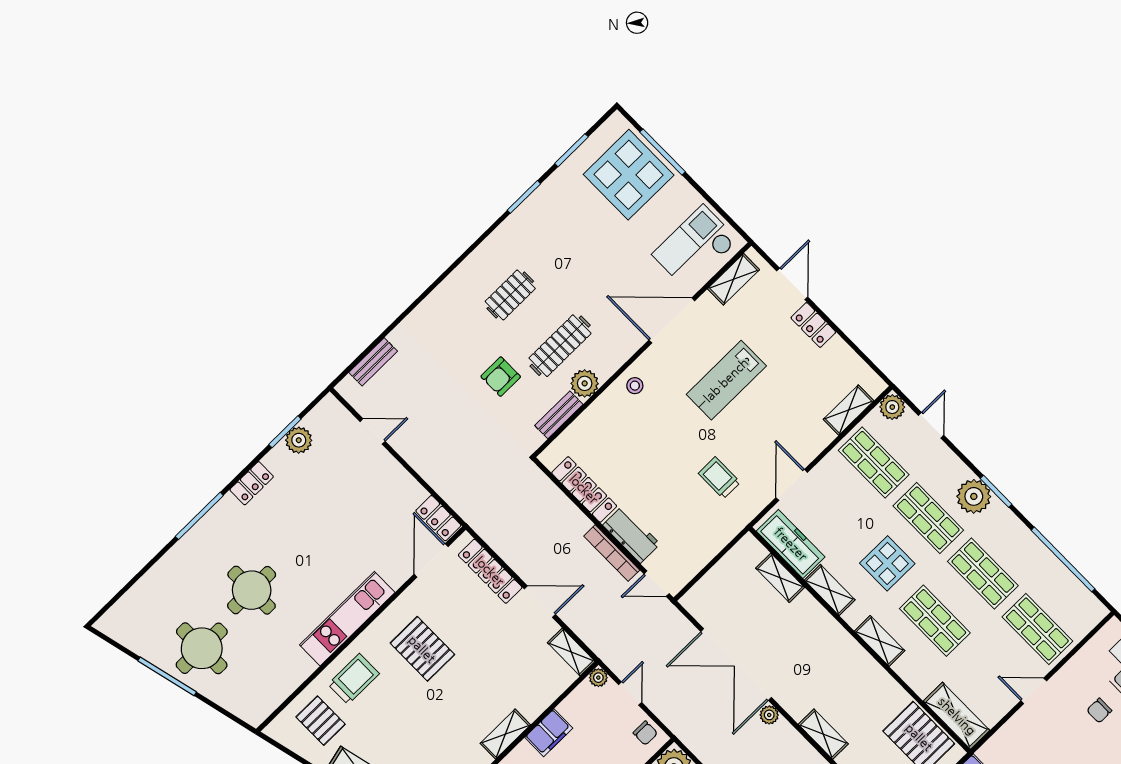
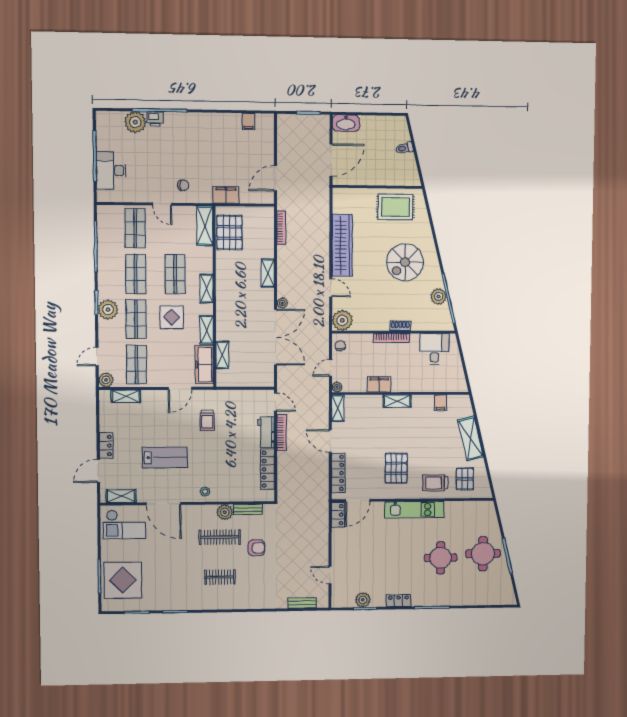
chair: (1099, 710) -> (183, 185), moved

